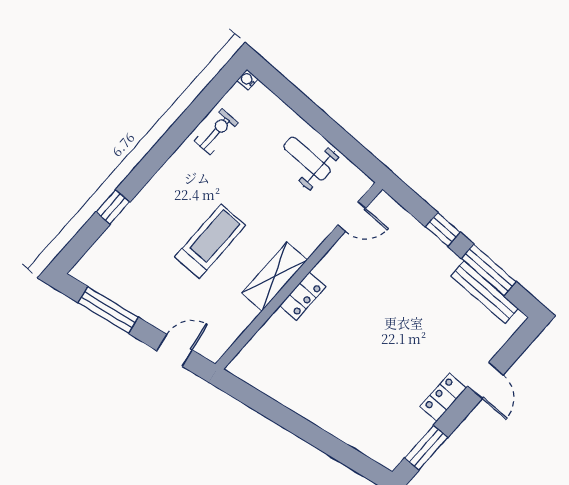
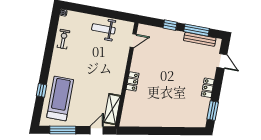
treadmill: (210, 241) -> (60, 98), moved, width x1.37, depth x1.38
shelving: (275, 276) -> (112, 109), moved
door: (486, 380) -> (222, 61), moved

